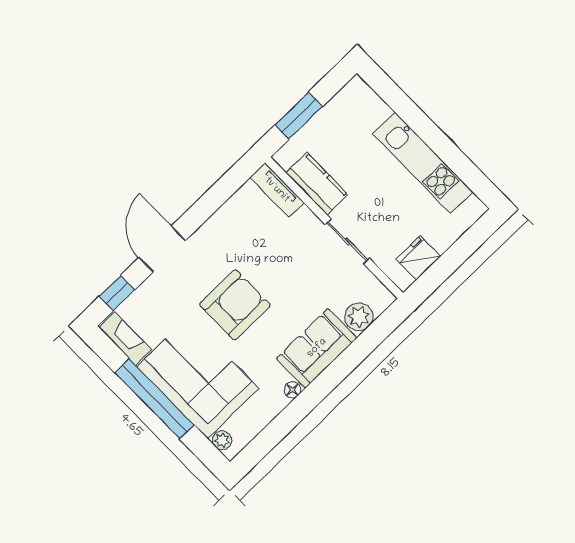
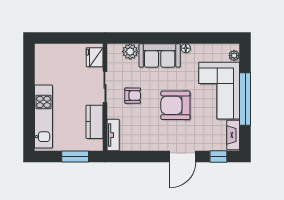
kitchen unit: (423, 163) -> (43, 116), moved
fridge: (418, 258) -> (95, 57), moved, turned 90
armchair: (301, 264) -> (133, 96), added

